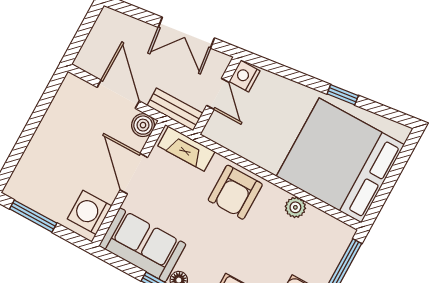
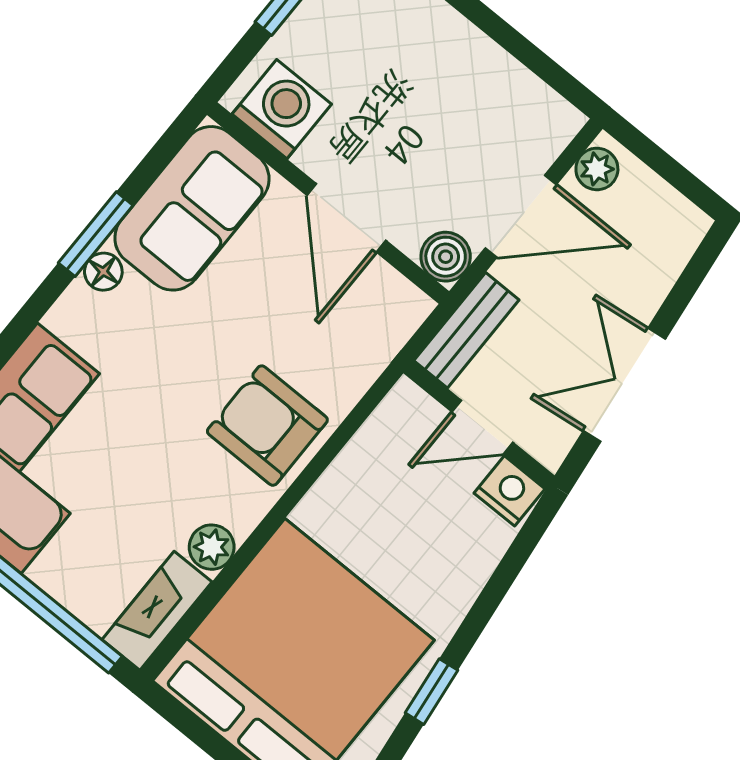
plant: (90, 63) -> (597, 169), added
fireplace: (186, 149) -> (157, 611), moved
door: (134, 174) -> (346, 218), swing flipped

